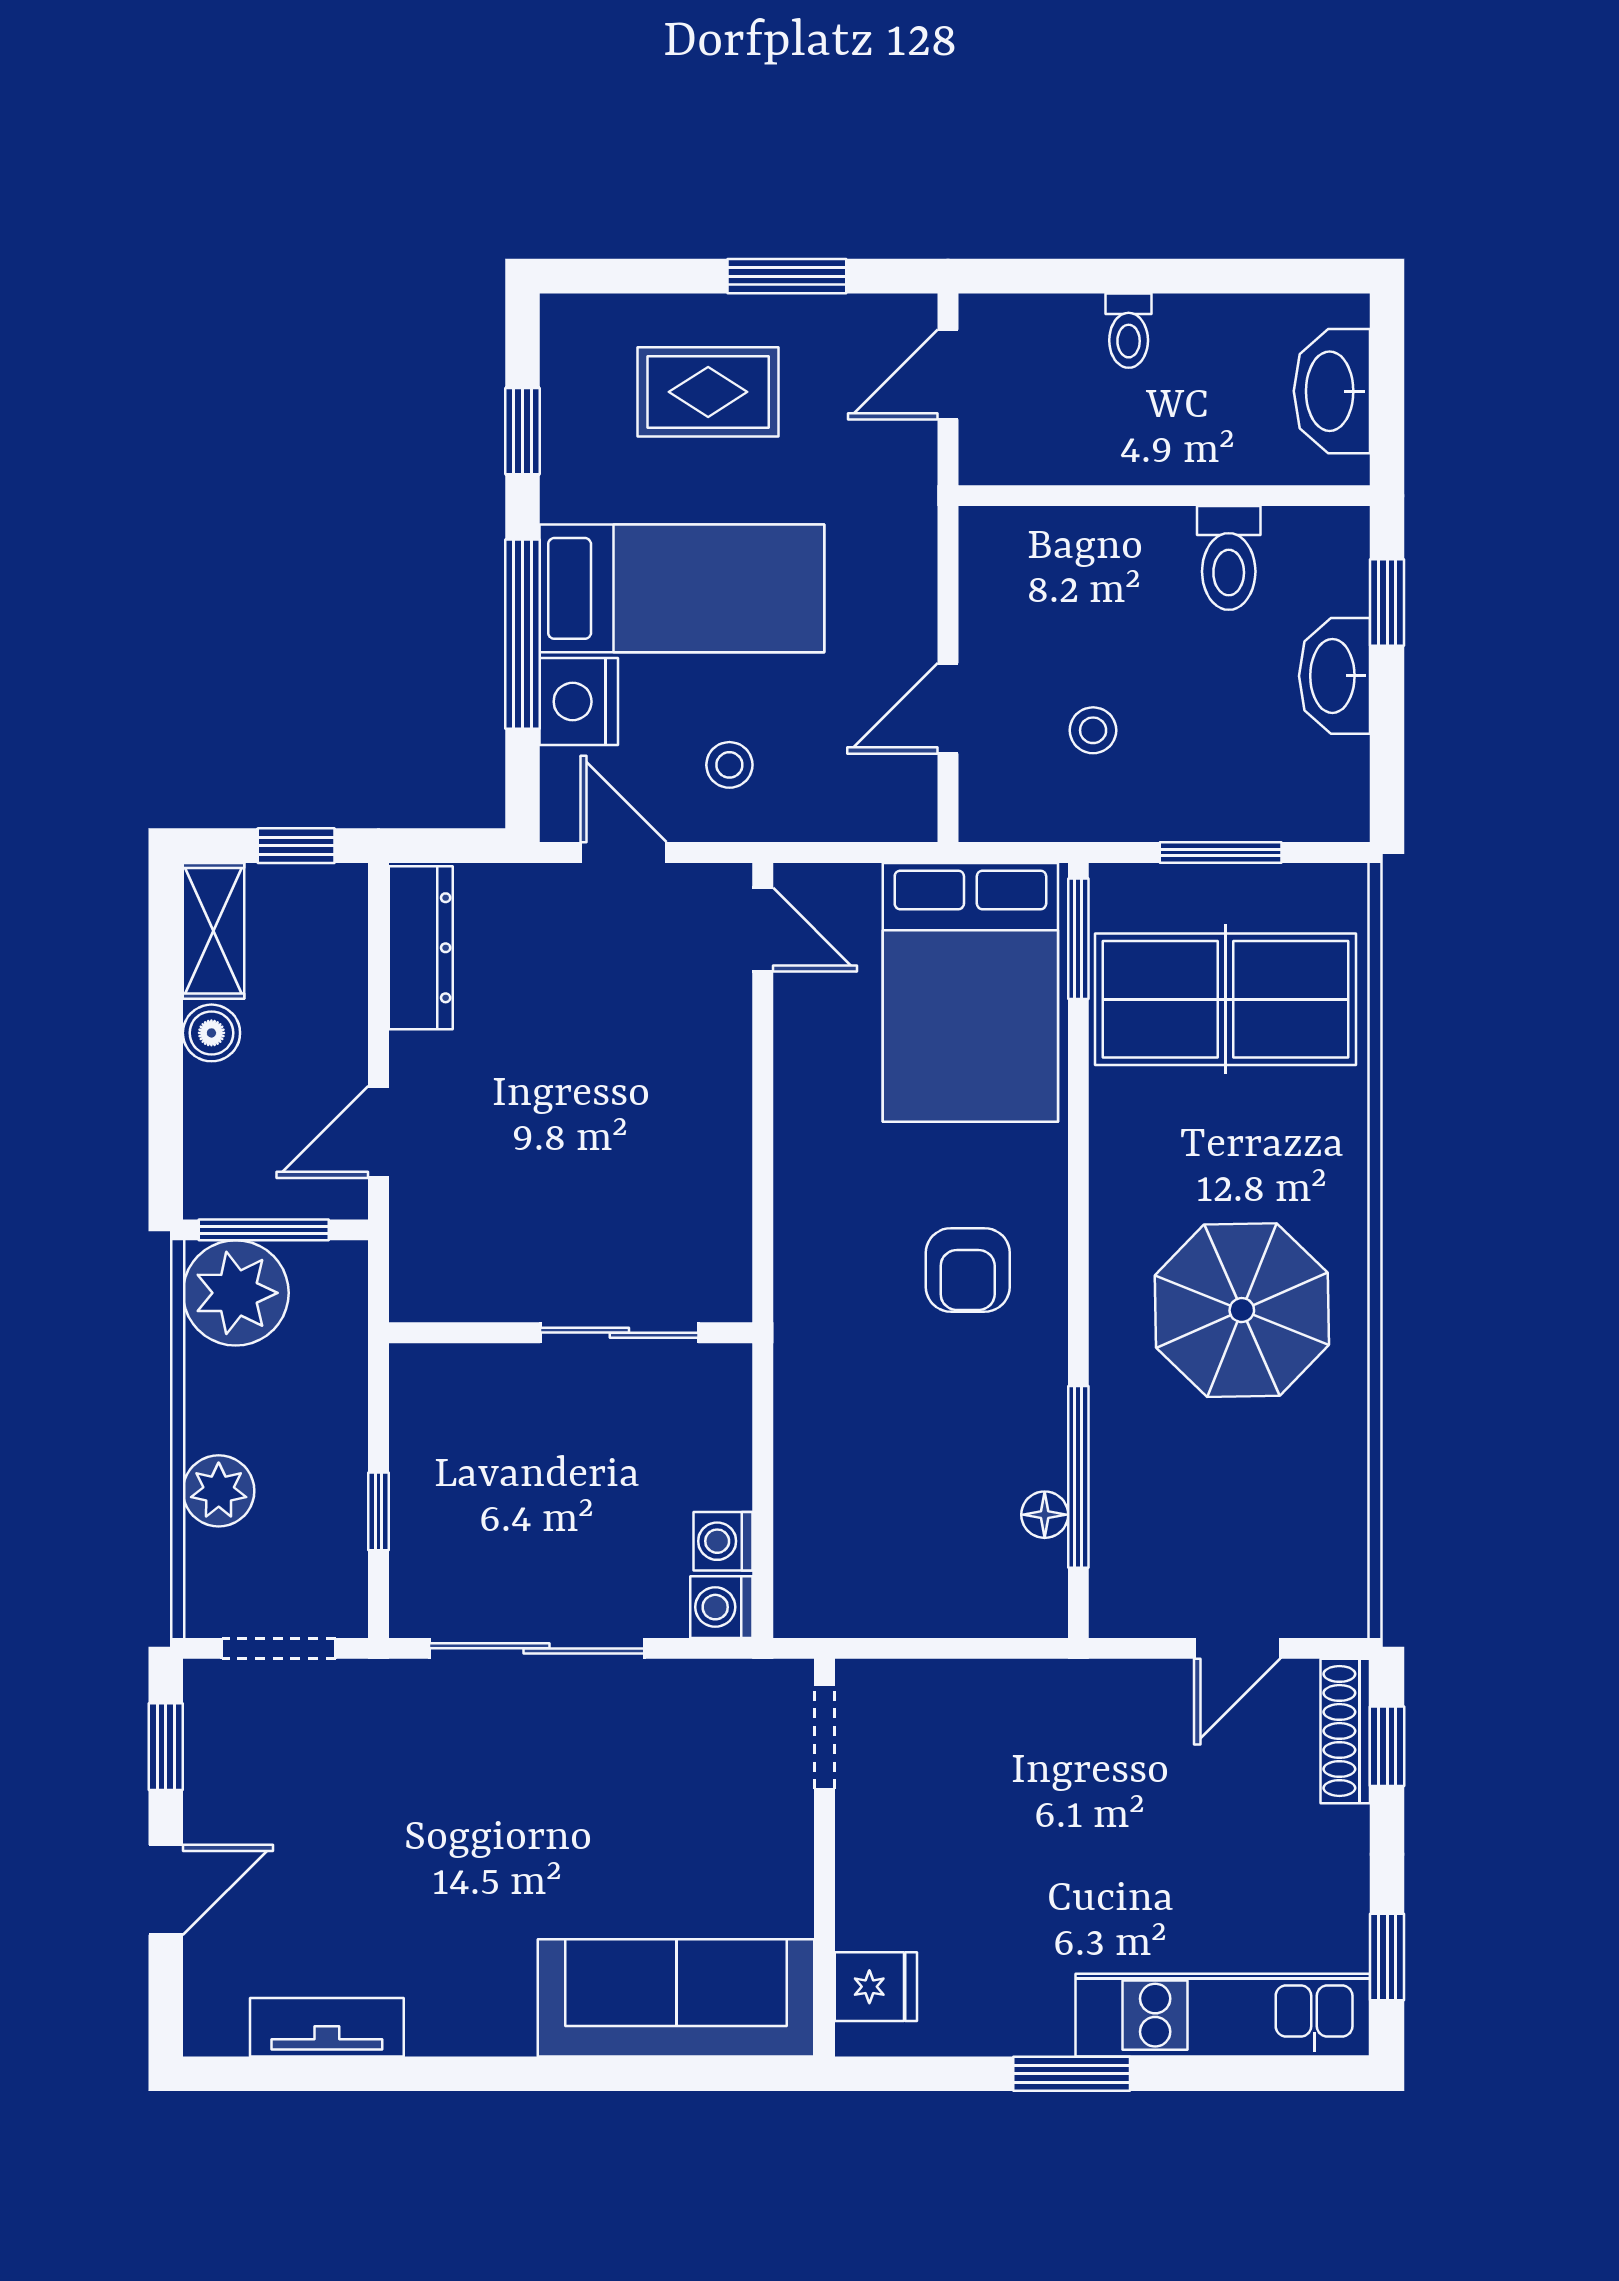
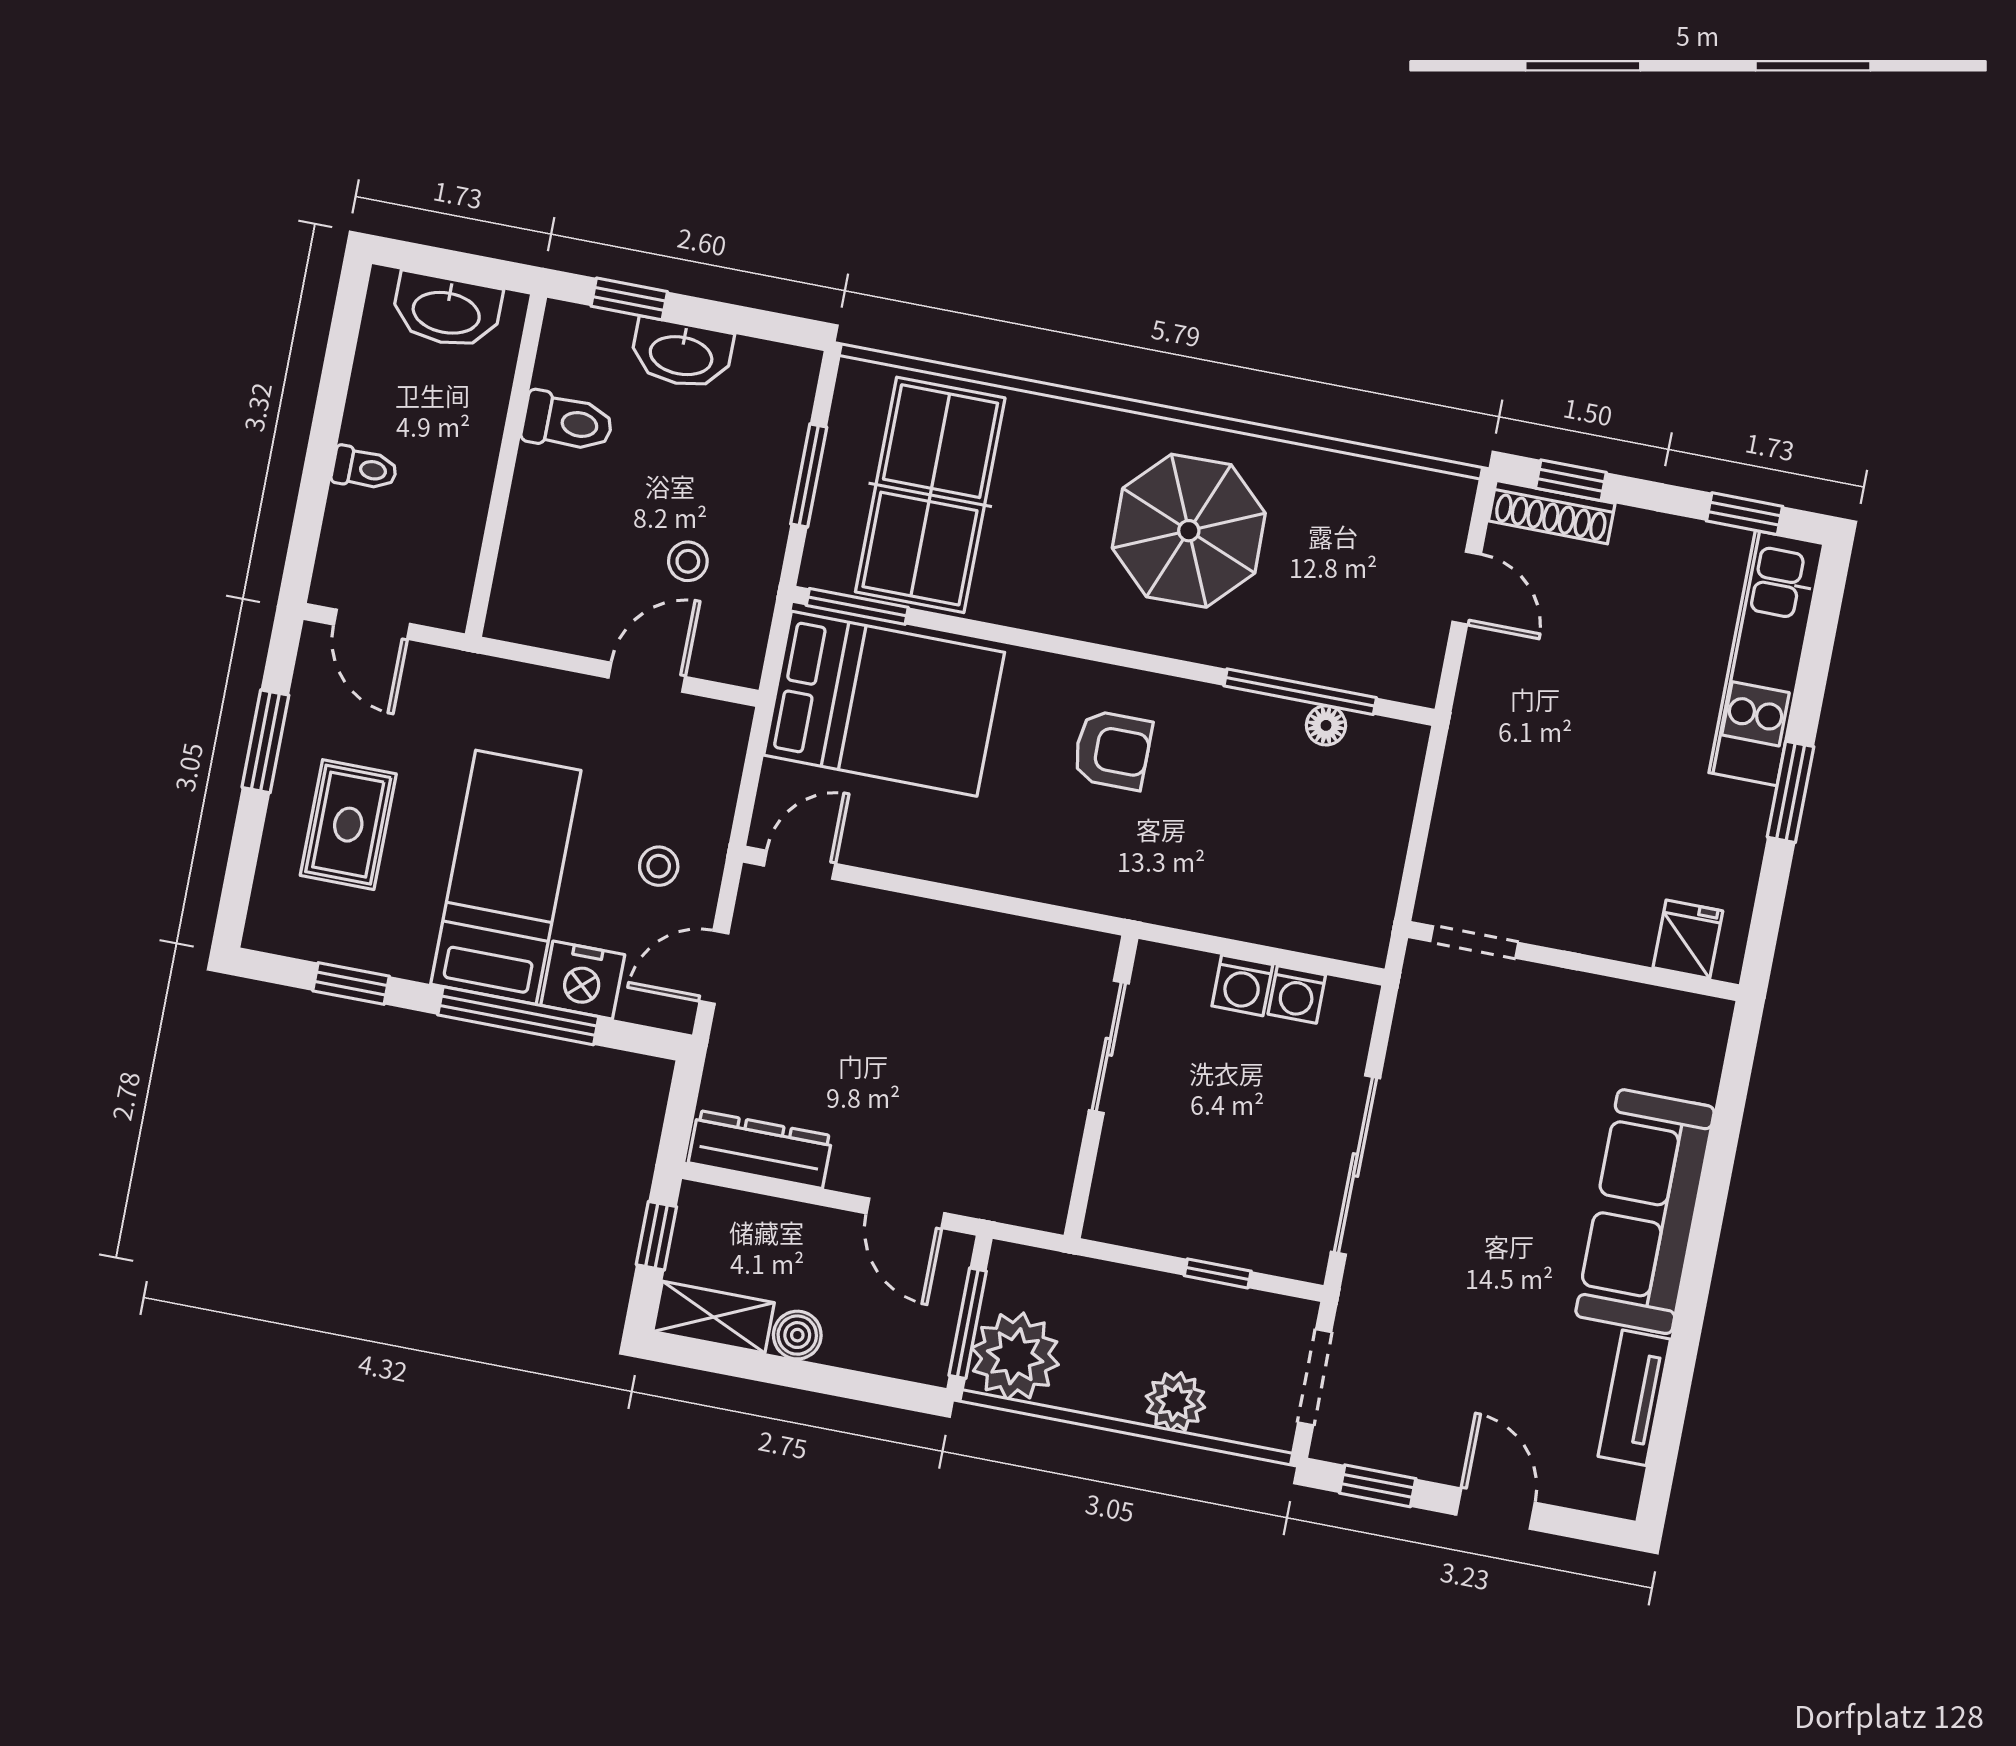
door: (948, 708) -> (647, 677), swing flipped
washing machine: (721, 1607) -> (1242, 985), moved
sofa: (676, 1998) -> (1645, 1212), moved

